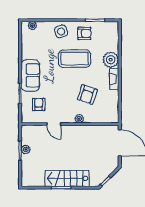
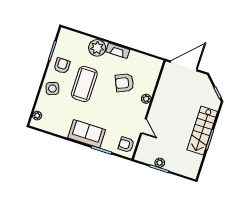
armchair: (87, 94) -> (124, 83), turned 138
armchair: (39, 104) -> (126, 145), moved
door: (54, 124) -> (143, 126), hinge flipped

